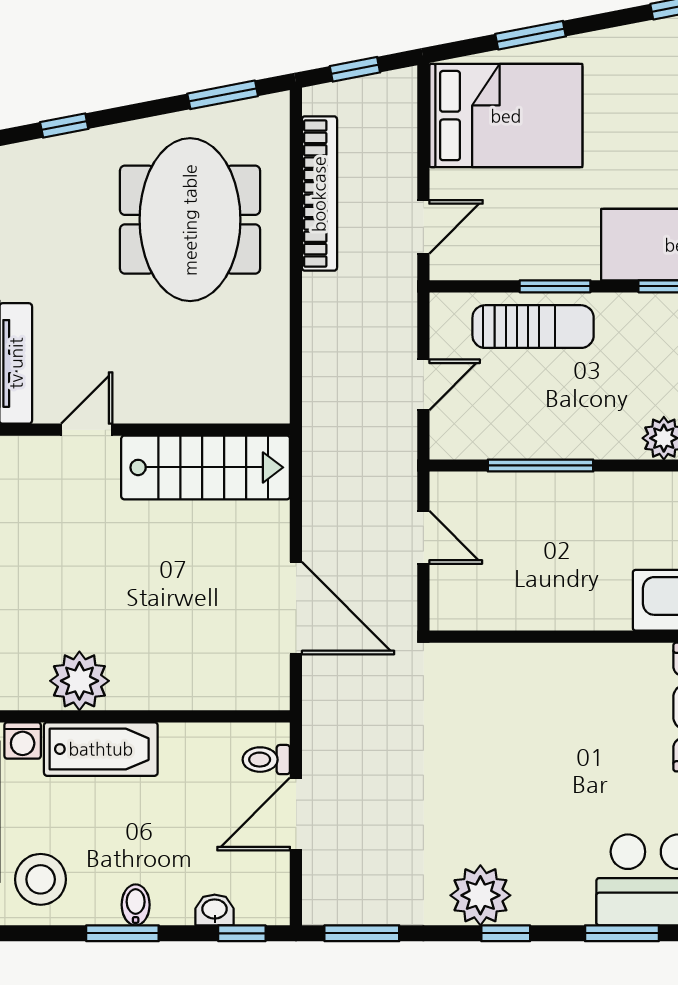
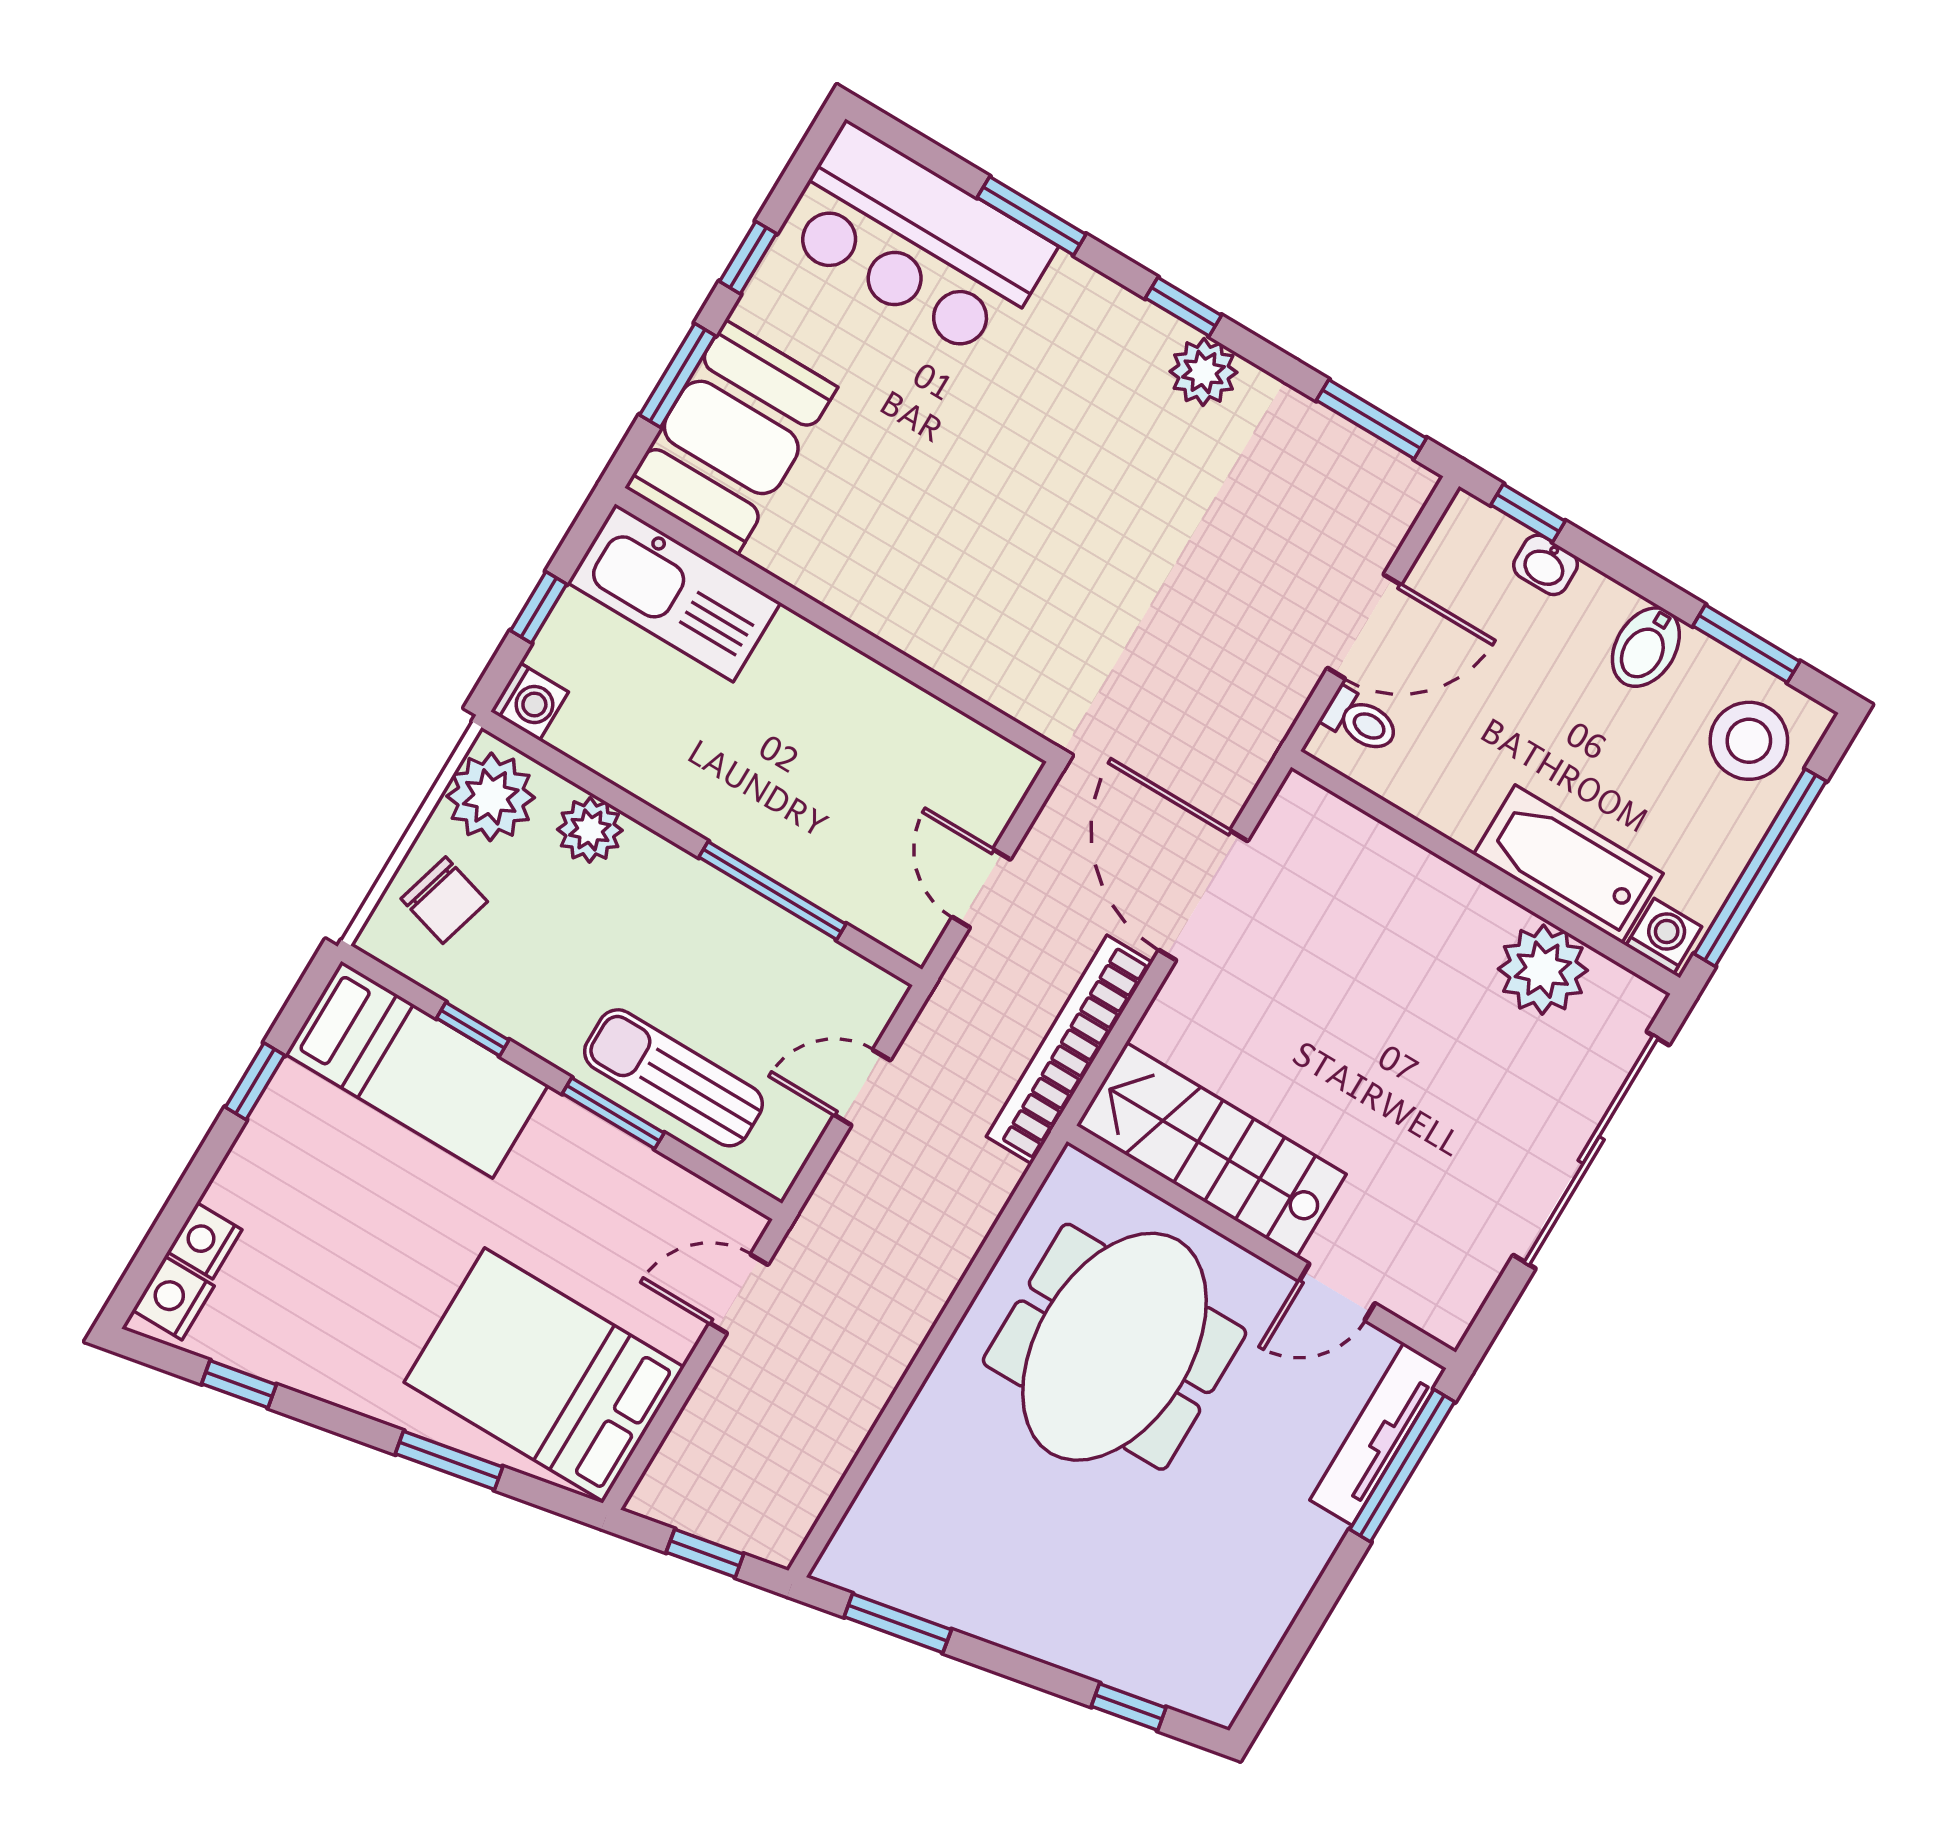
bookcase: (319, 194) -> (1069, 1050), moved
meeting table: (190, 220) -> (1114, 1347), moved
plant: (480, 895) -> (1204, 372), width x0.73, depth x0.73
bidet: (136, 905) -> (1646, 647), width x1.38, depth x1.36
window: (122, 933) -> (1746, 644), moved

